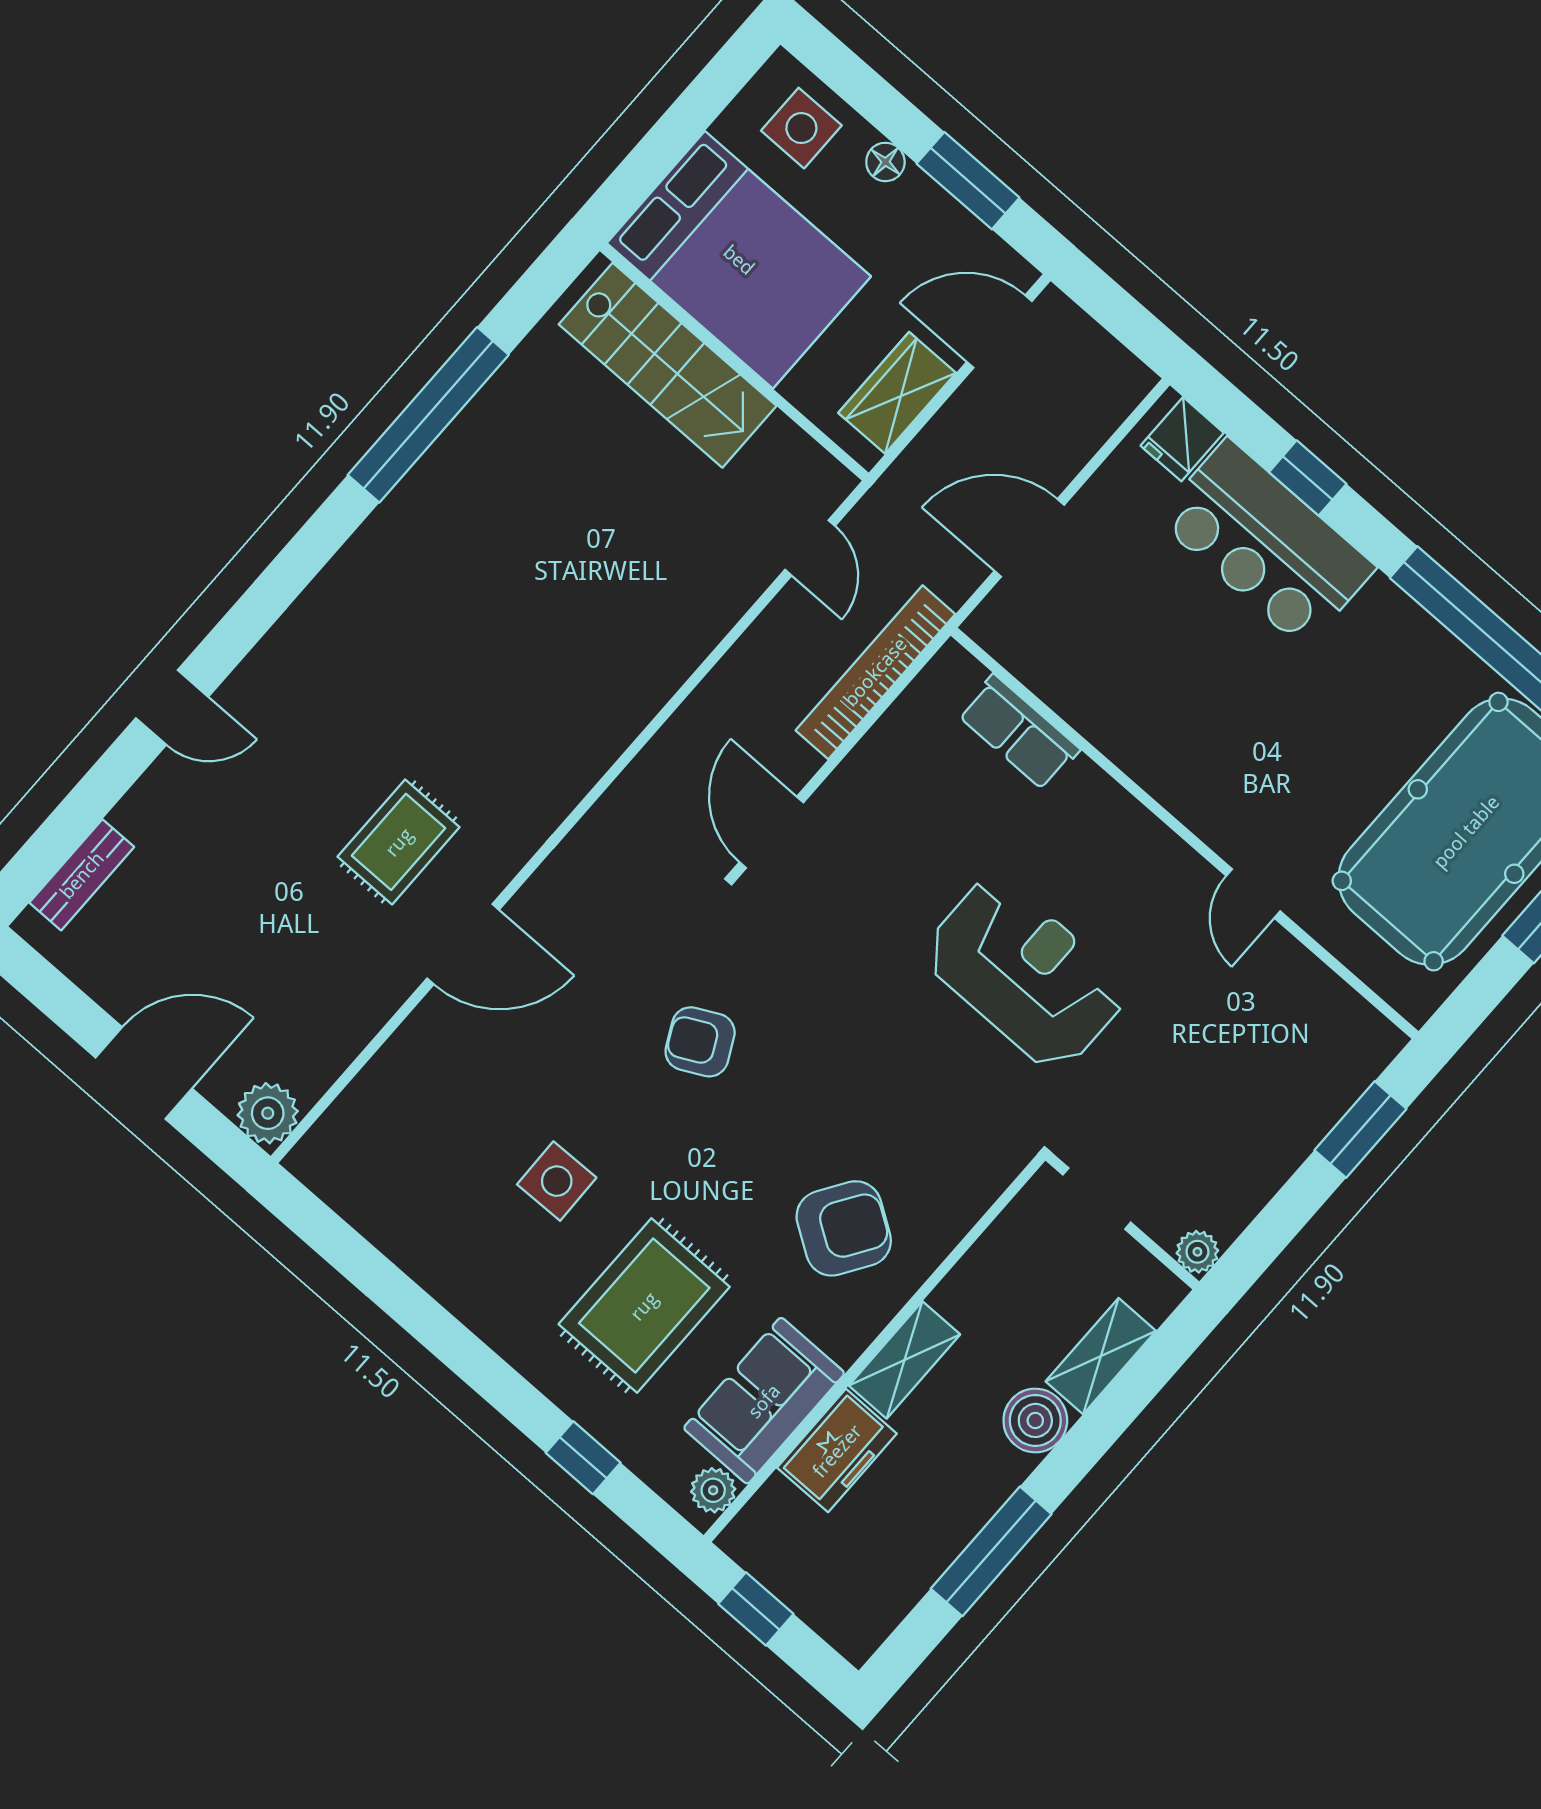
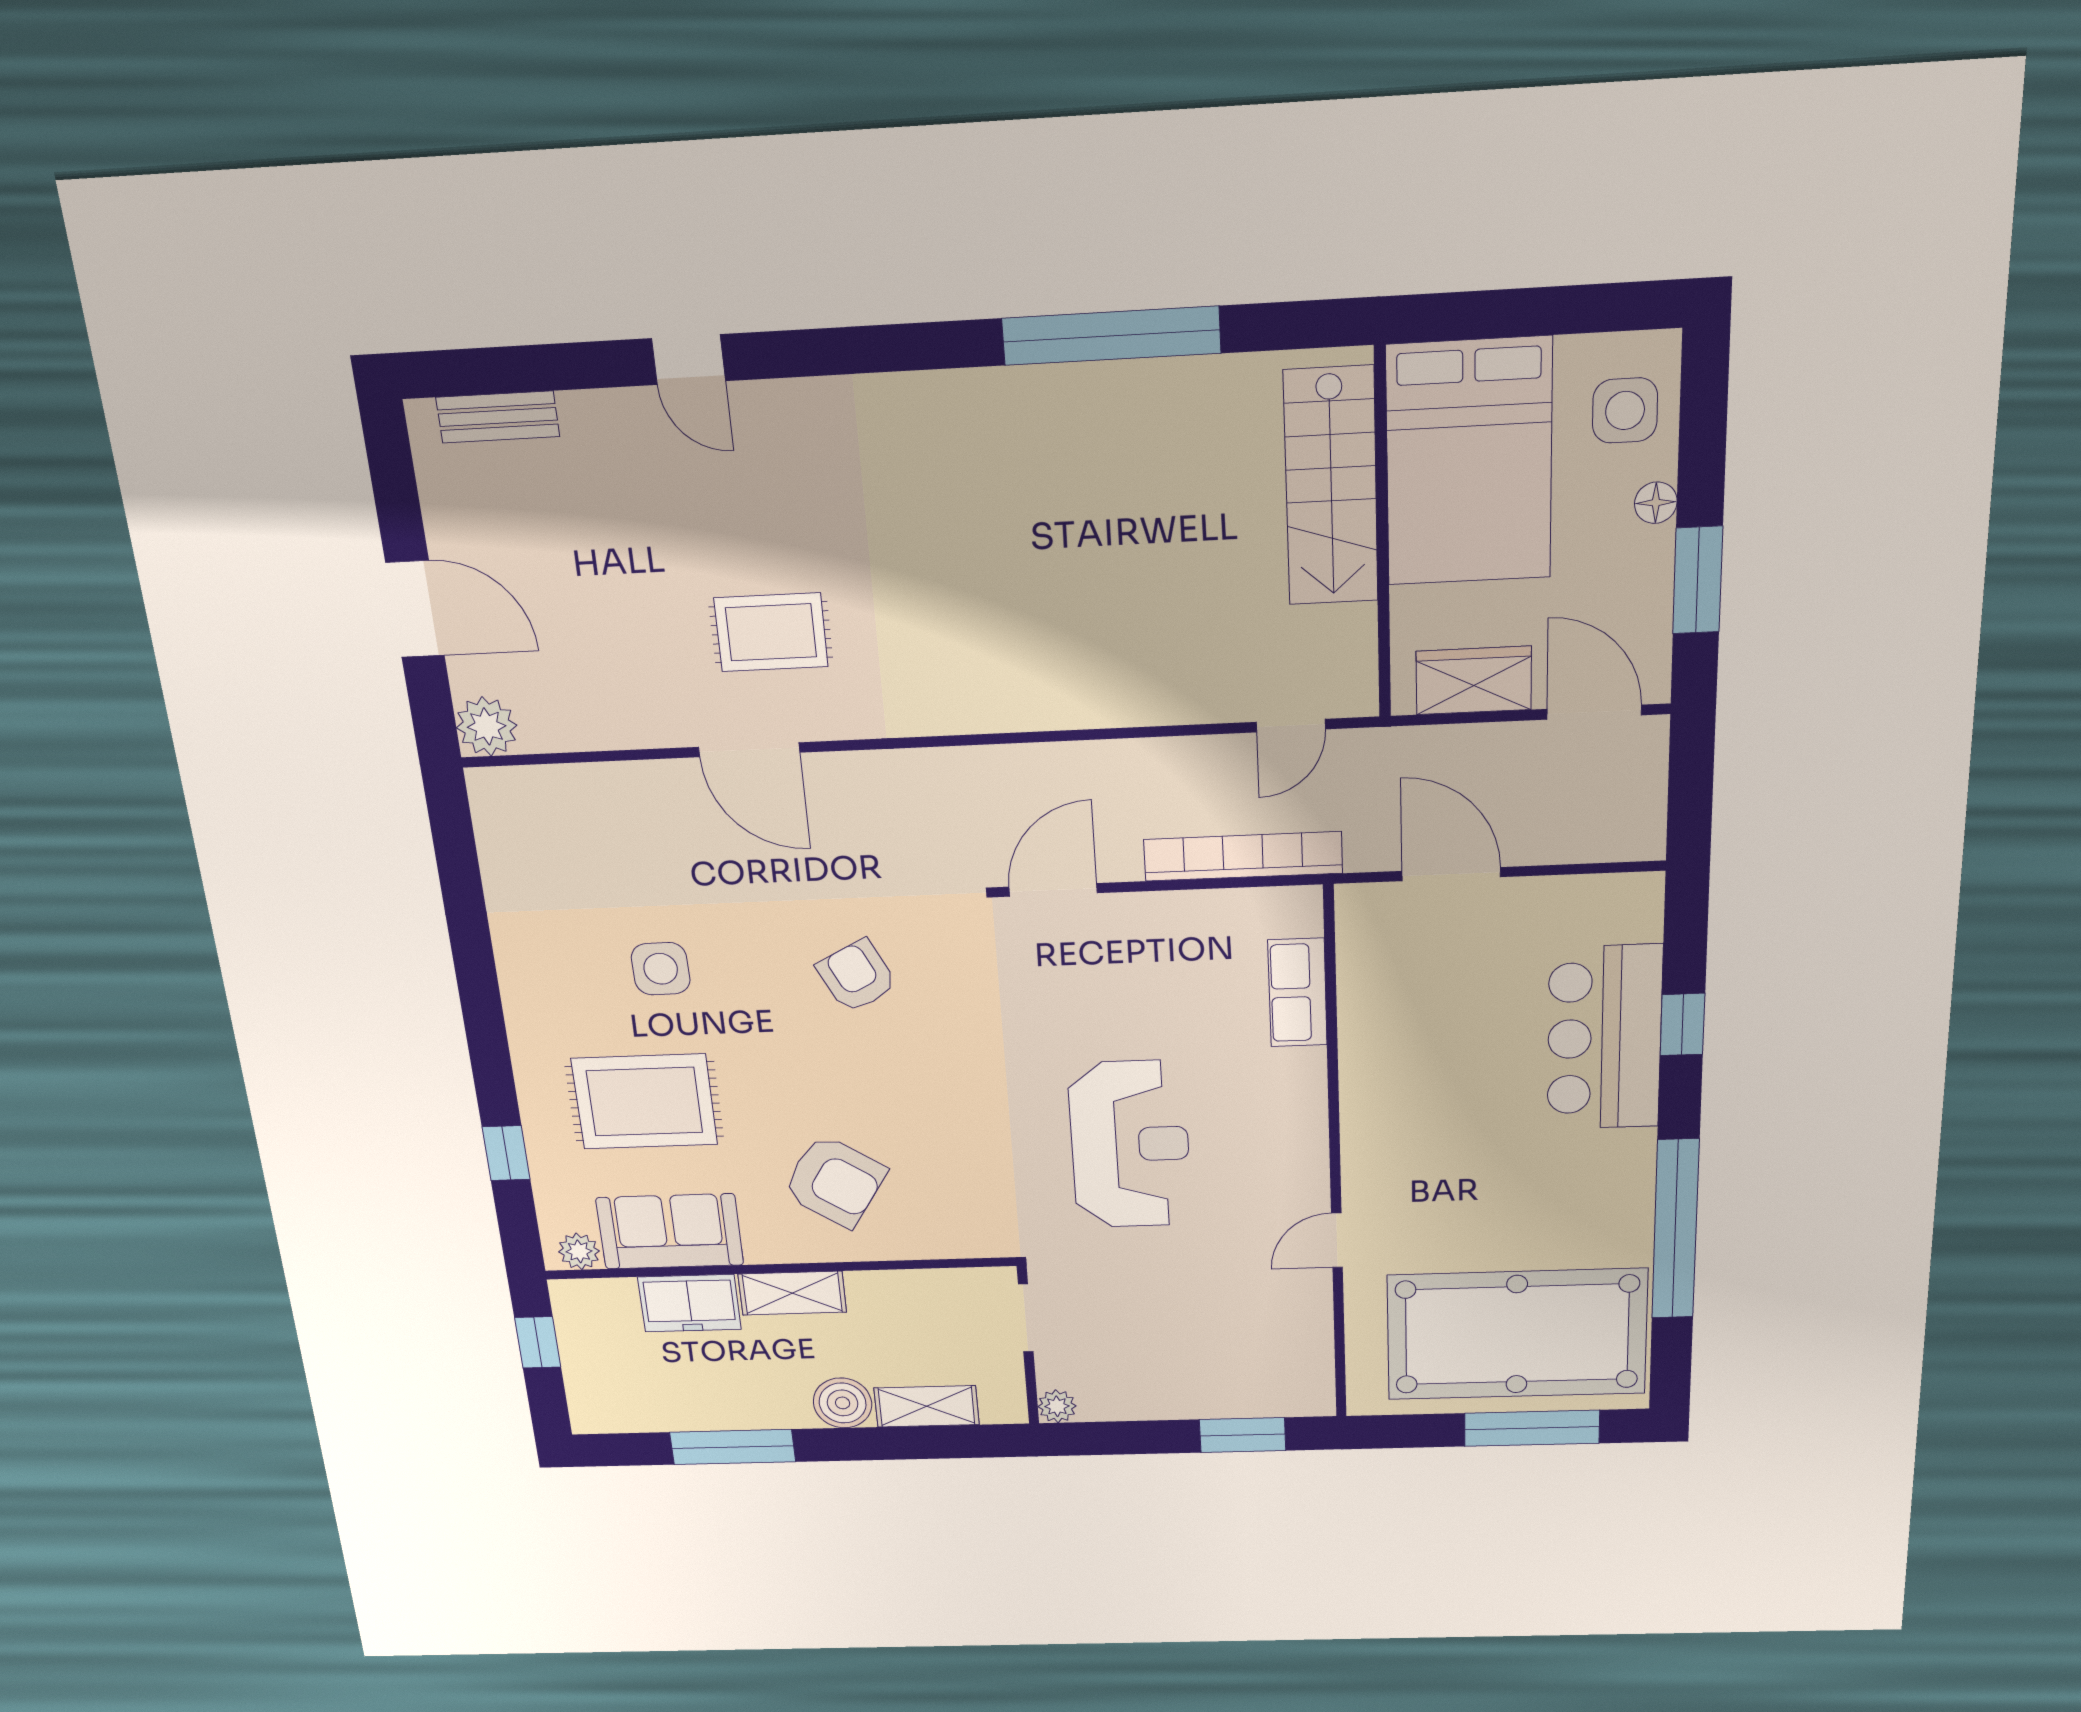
fridge: (1182, 439) -> (1631, 915), removed

